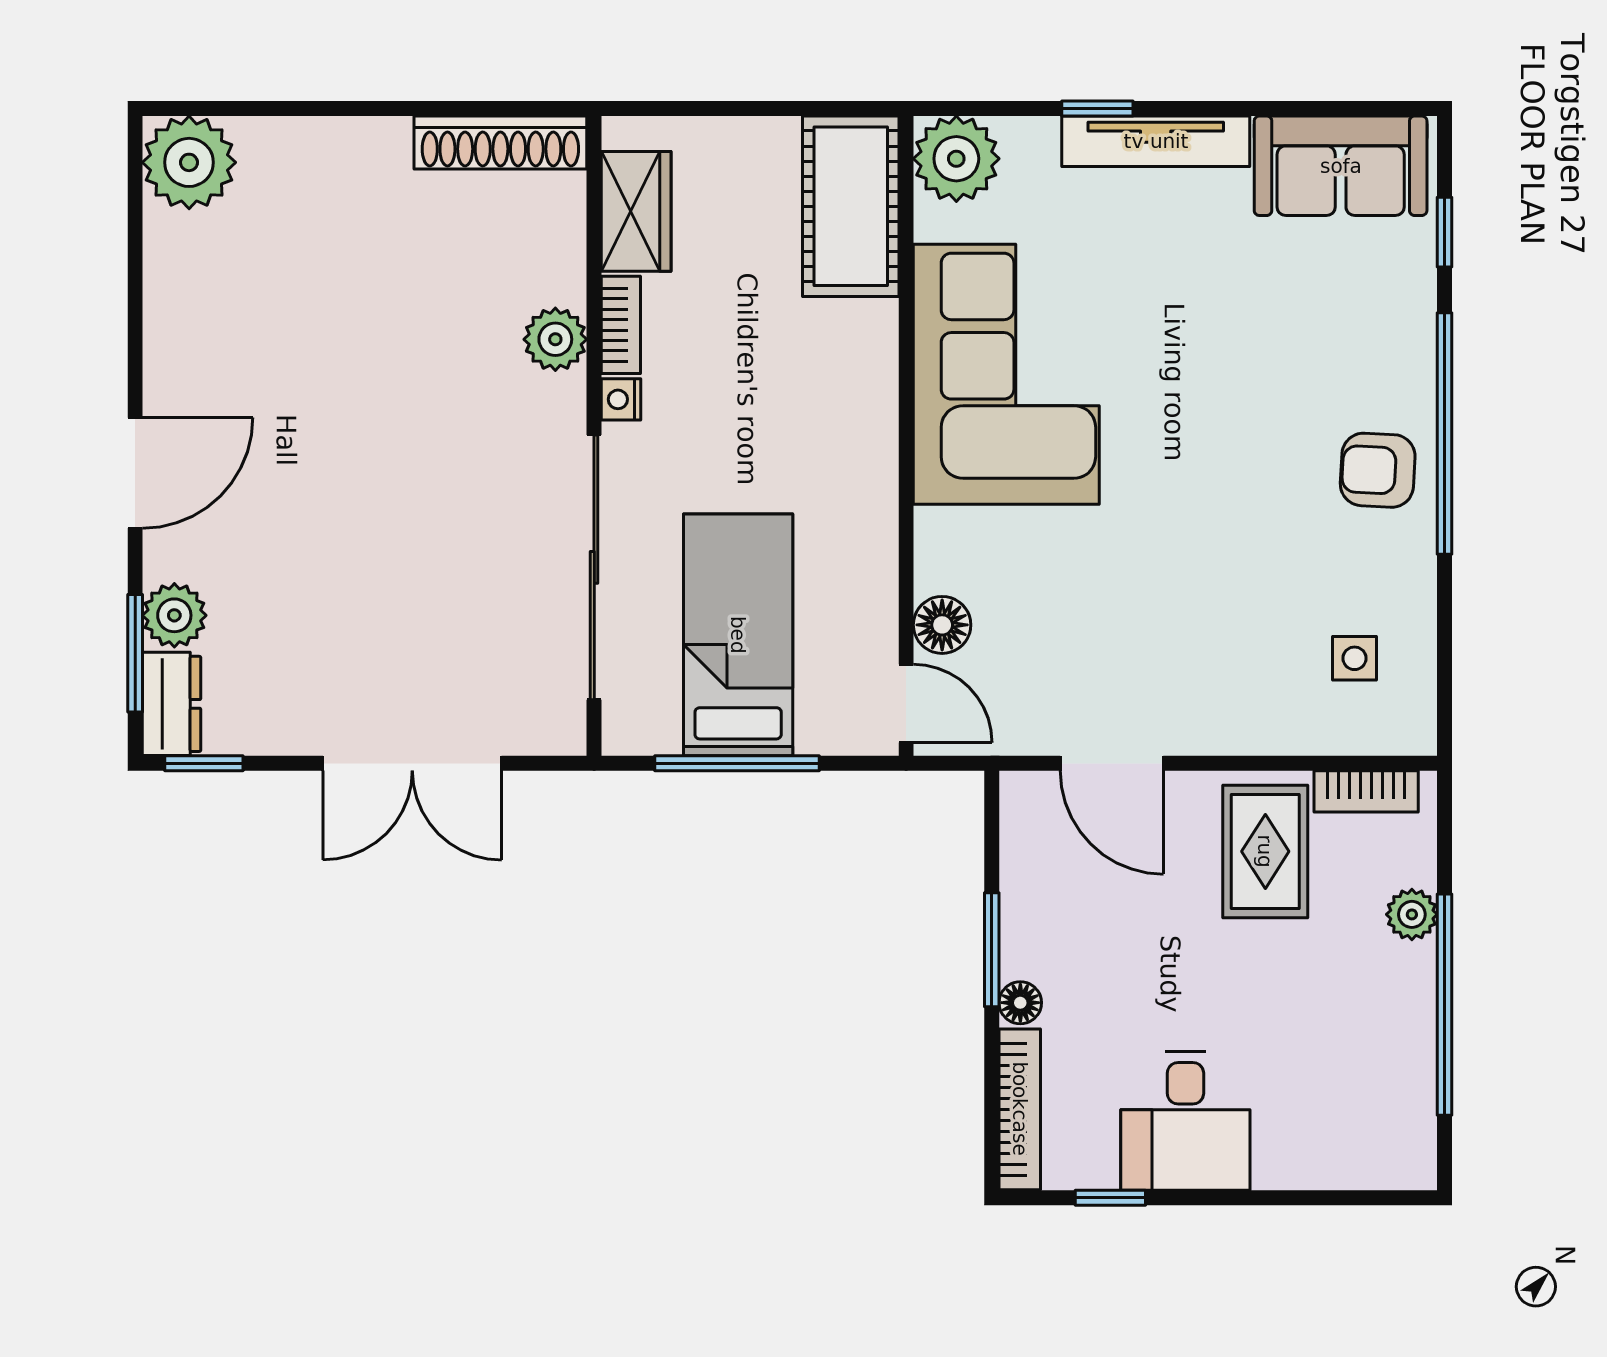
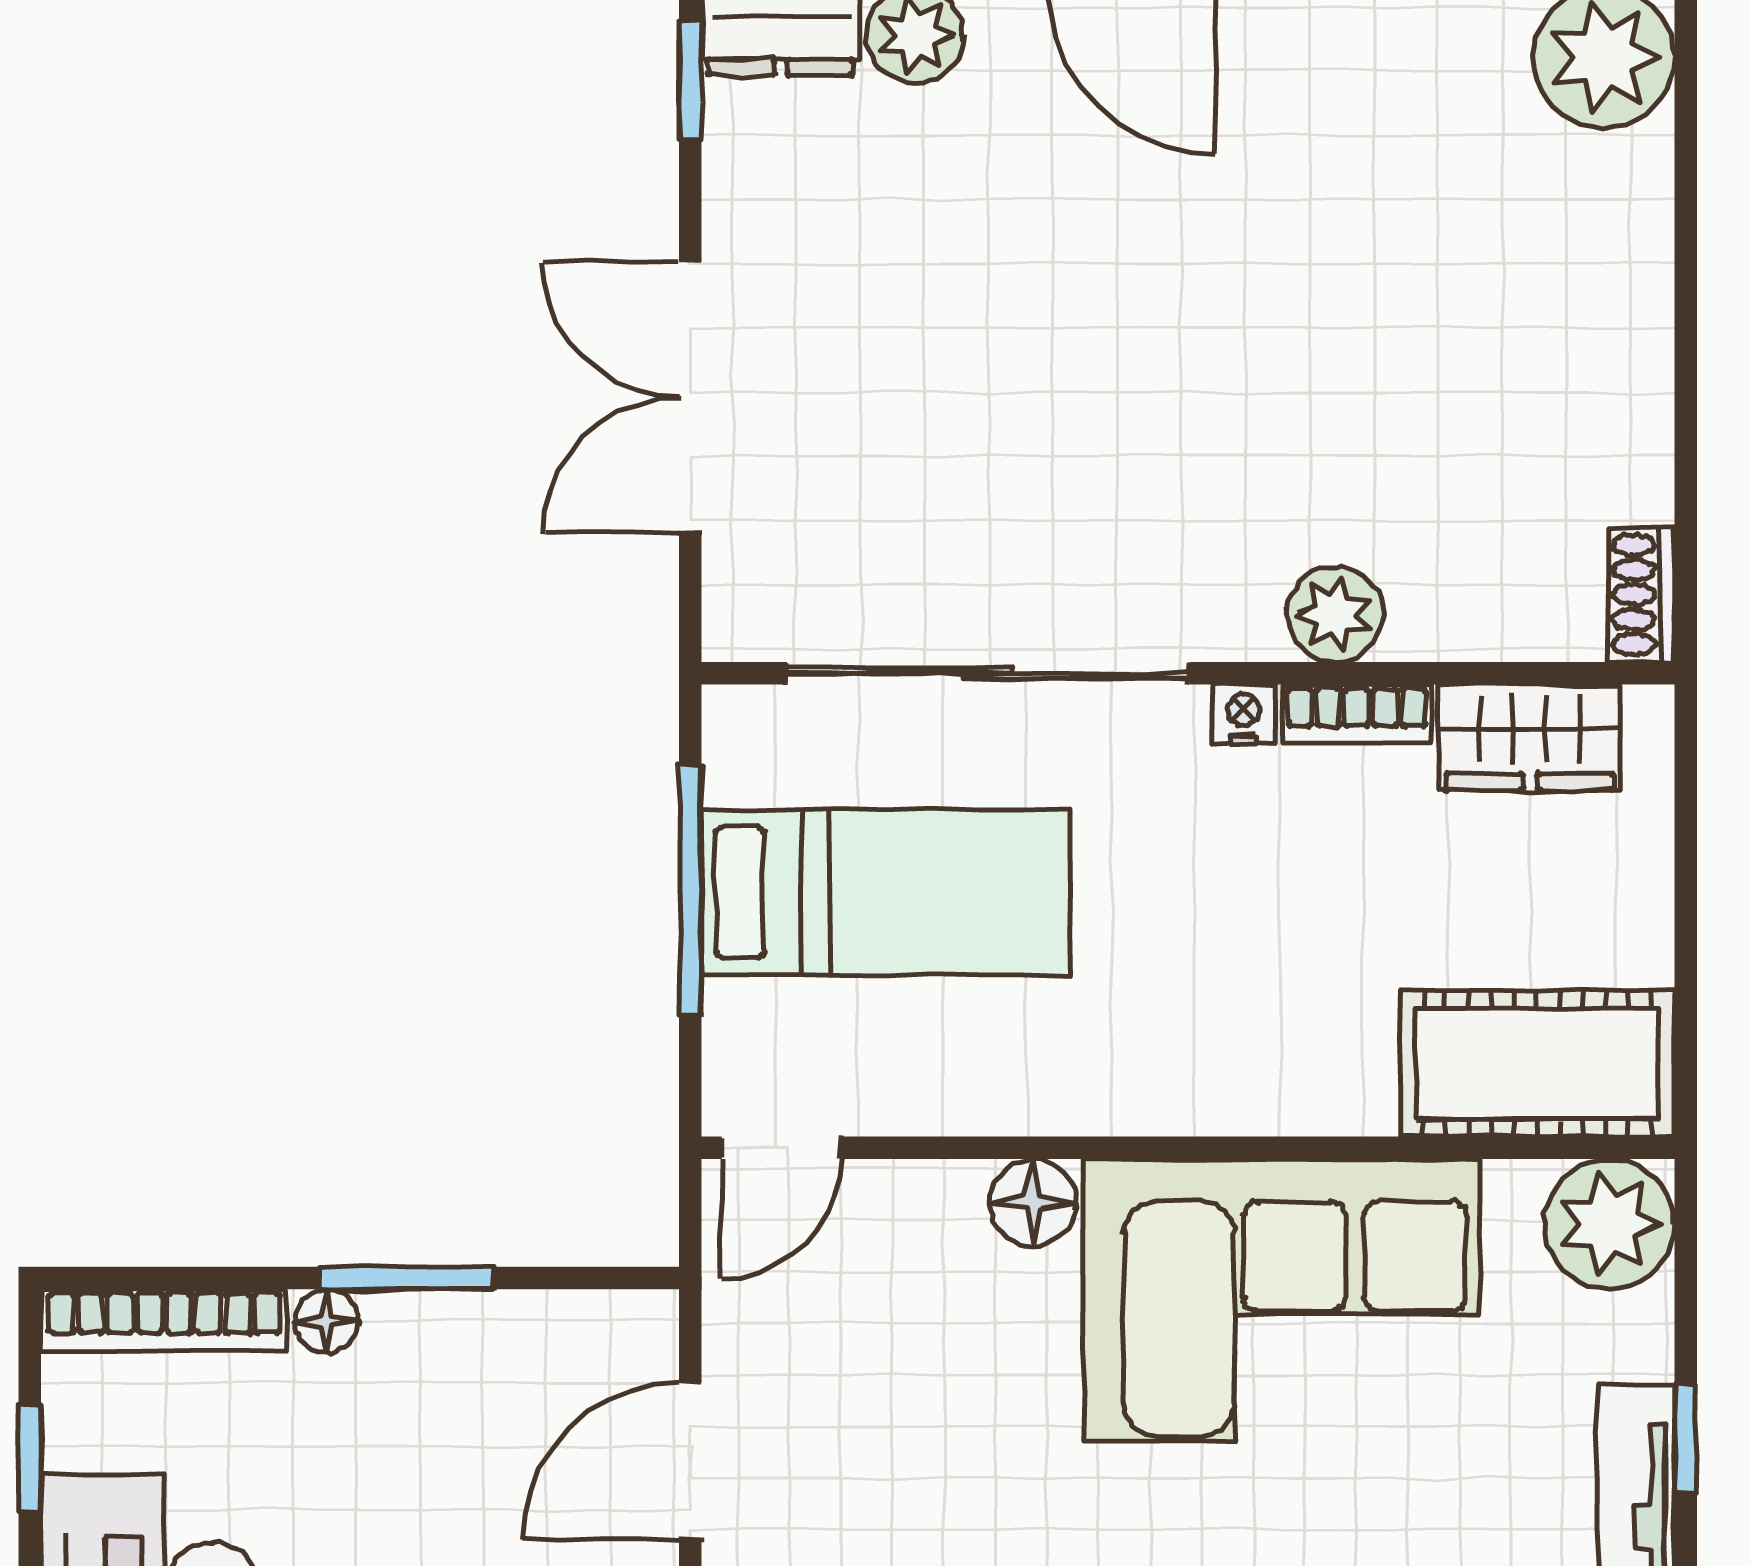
shoe rack: (500, 143) -> (1642, 595), width x0.51, depth x0.81
floor lamp: (942, 625) -> (1033, 1202), moved

